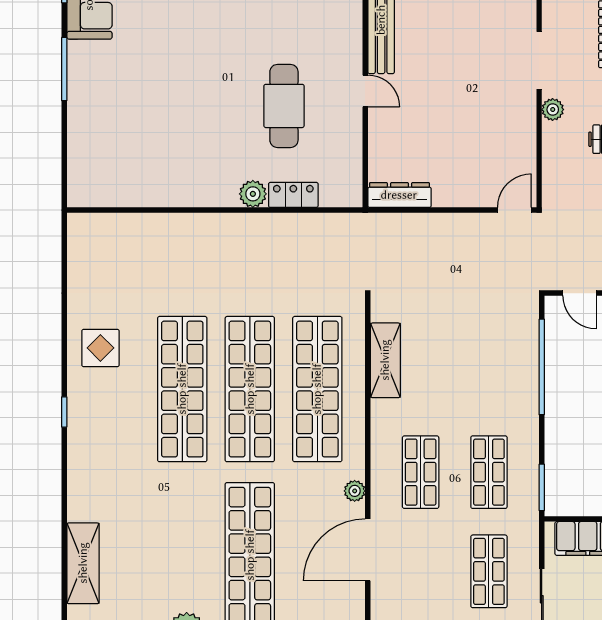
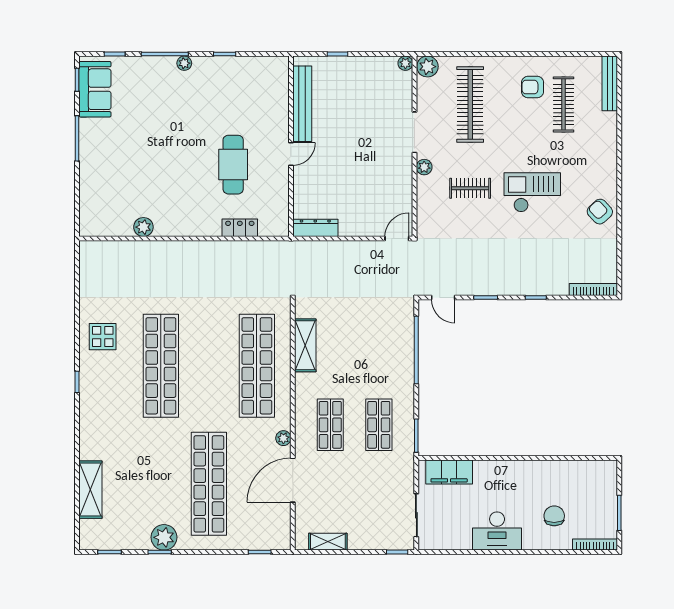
door: (365, 91) -> (291, 154), hinge flipped
plant: (253, 194) -> (143, 227), moved
shop shelf: (250, 389) -> (209, 366), removed
shop shelf: (489, 571) -> (379, 495), removed

